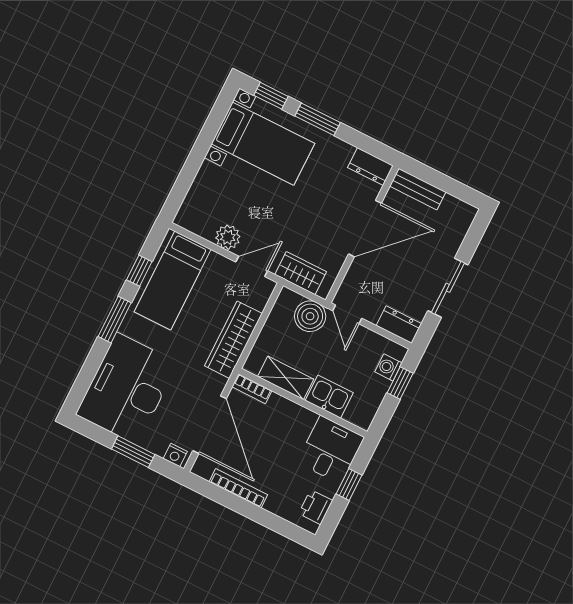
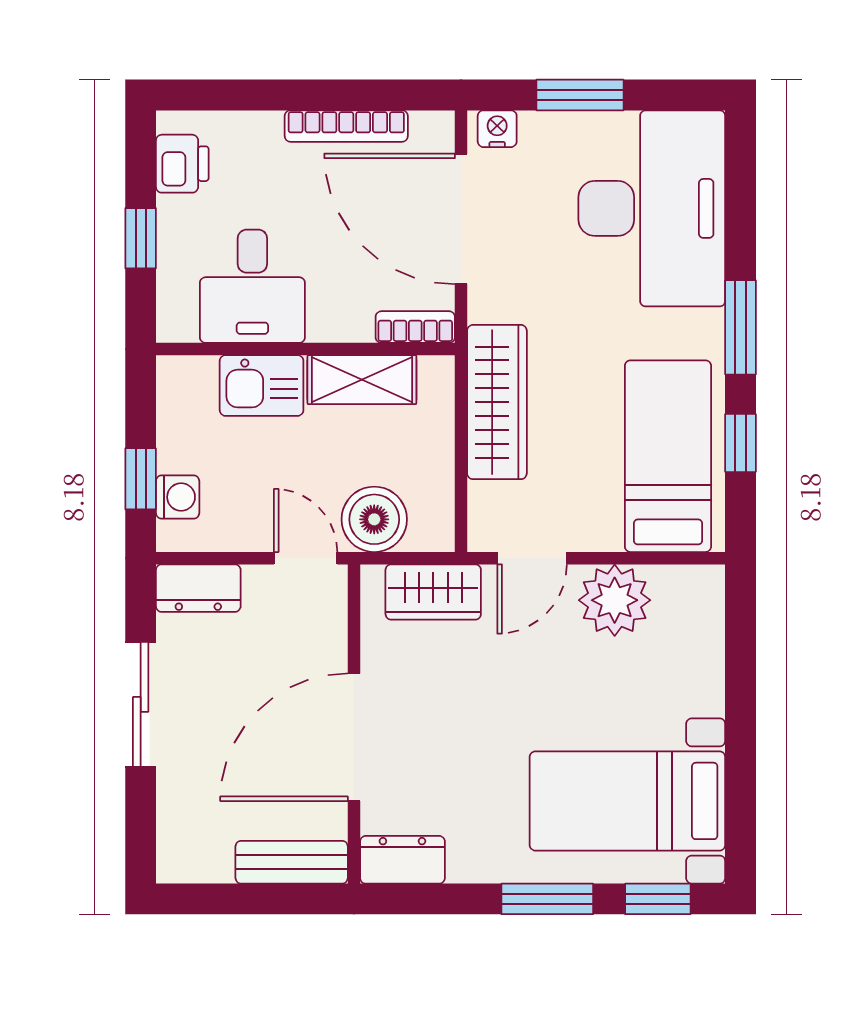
plant: (228, 237) -> (615, 600), width x1.36, depth x1.36
desk: (331, 450) -> (252, 286), moved

